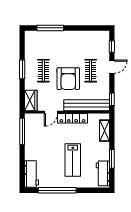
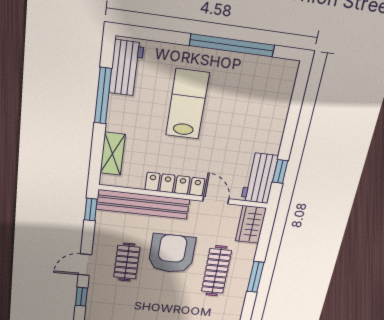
clothes rail: (43, 71) -> (216, 271), width x1.36
door: (51, 112) -> (216, 200), hinge flipped
window: (22, 132) -> (280, 172), width x0.46
window: (112, 159) -> (103, 96), width x1.44
workbench: (32, 174) -> (259, 178), moved

